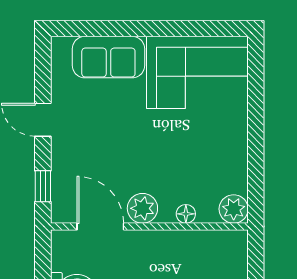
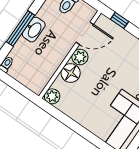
floor lamp: (186, 214) -> (71, 73), width x1.89, depth x1.89

